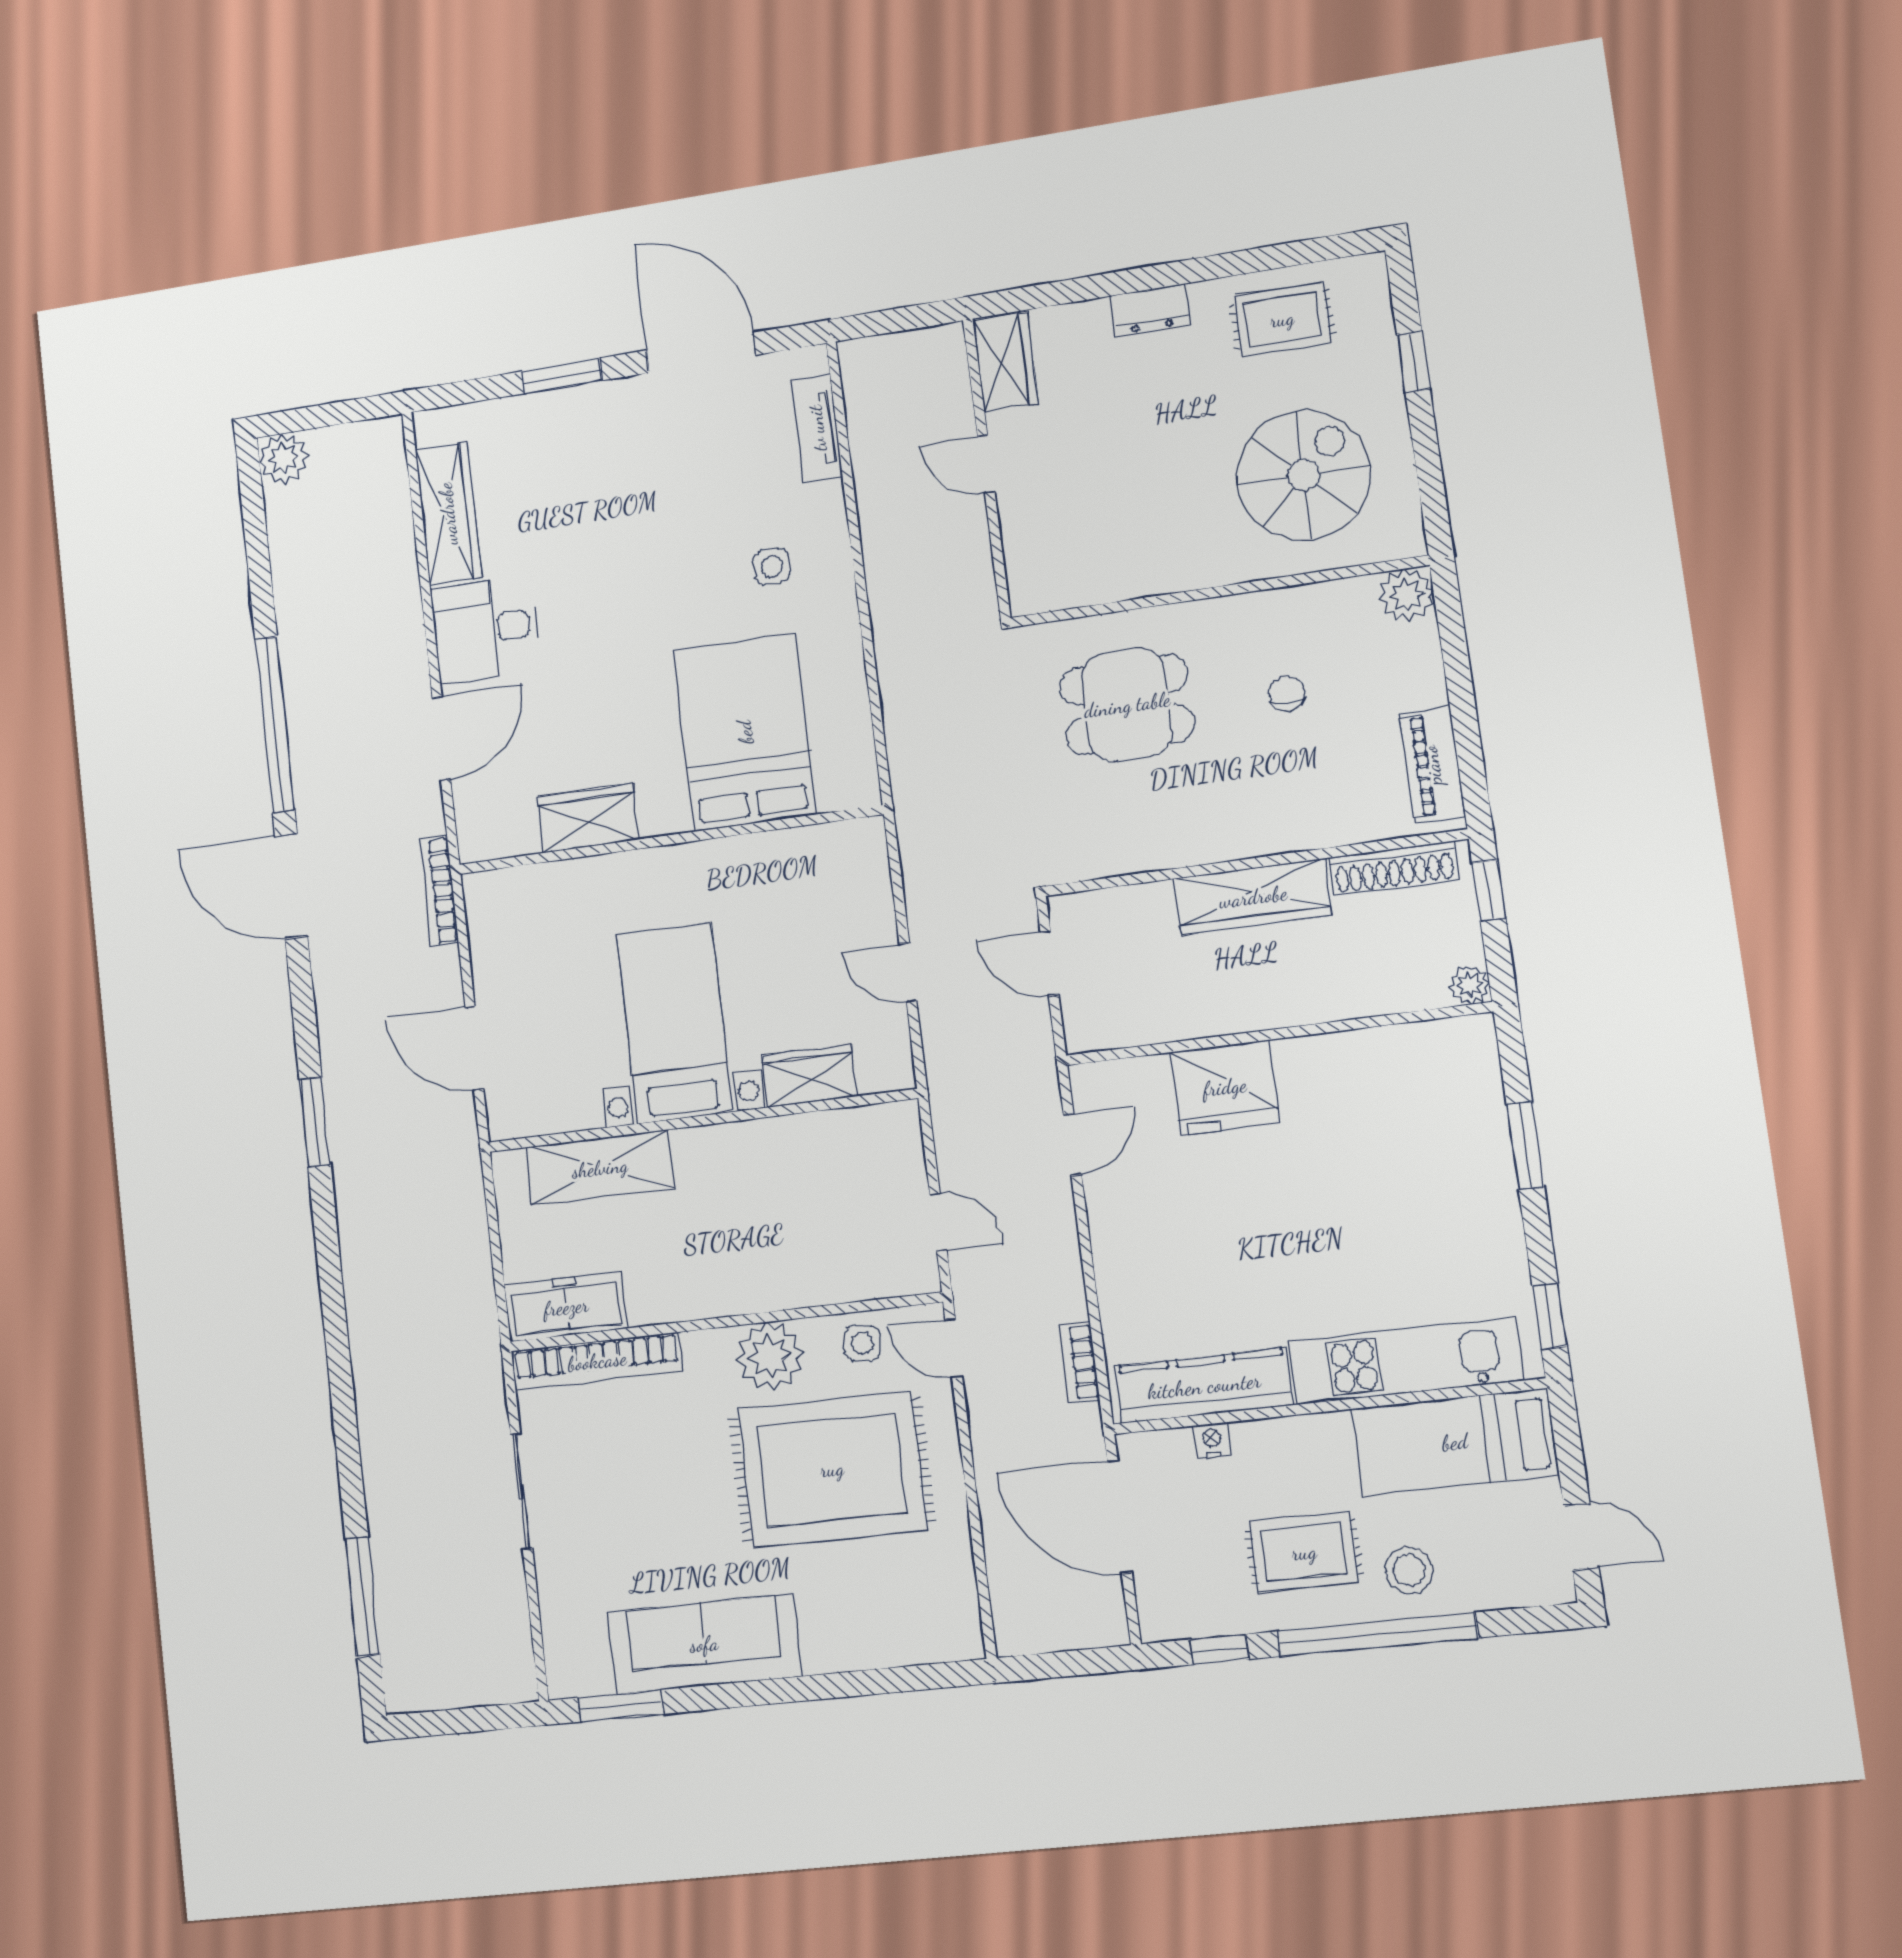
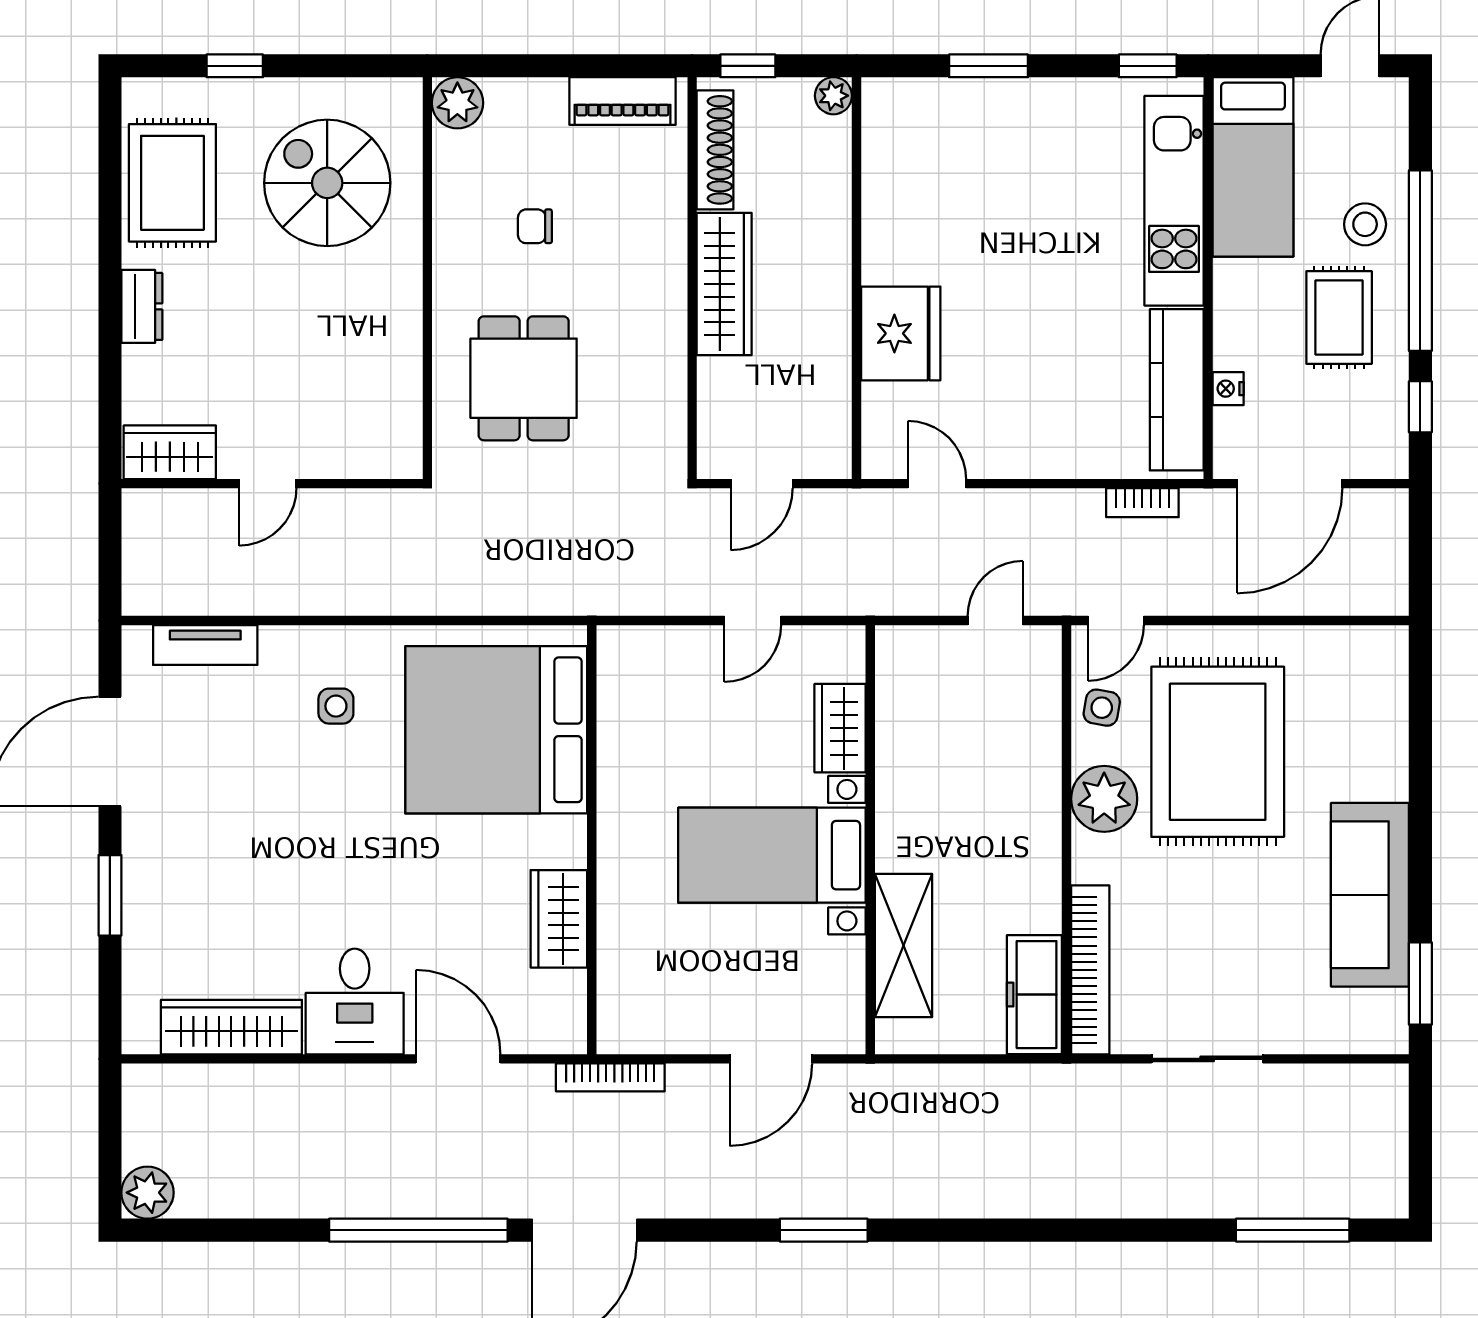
rug: (1282, 319) -> (172, 183), width x1.36, depth x1.43
bed: (745, 732) -> (496, 730), width x1.36

